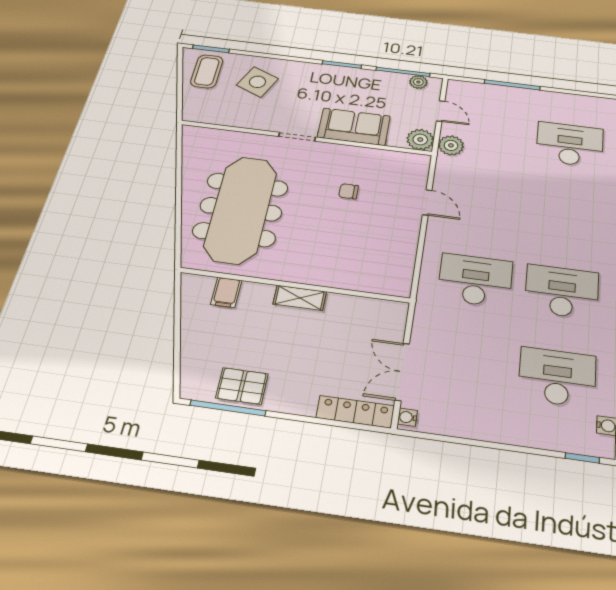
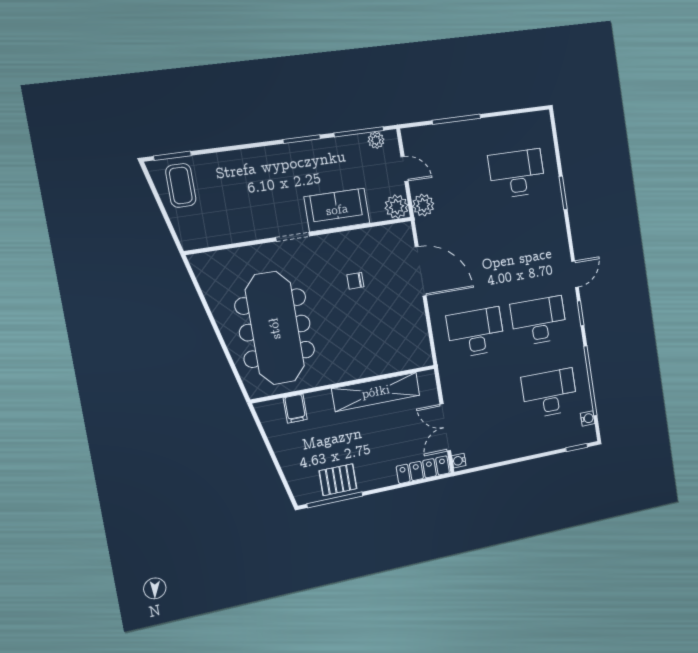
side table: (257, 82) -> (233, 184), removed
door: (427, 202) -> (421, 271), width x1.88
shelving: (300, 298) -> (376, 392), width x2.20, depth x1.33

